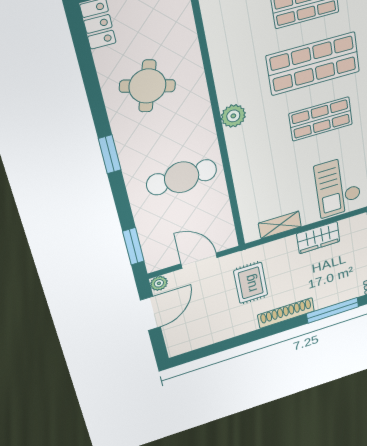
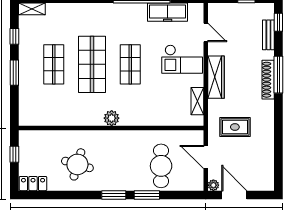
cafe table: (182, 177) -> (161, 166), moved
wardrobe: (318, 238) -> (216, 77), width x1.50
window: (133, 246) -> (147, 195), moved
door: (199, 261) -> (206, 157), hinge flipped
shoe rack: (286, 313) -> (268, 80), moved

